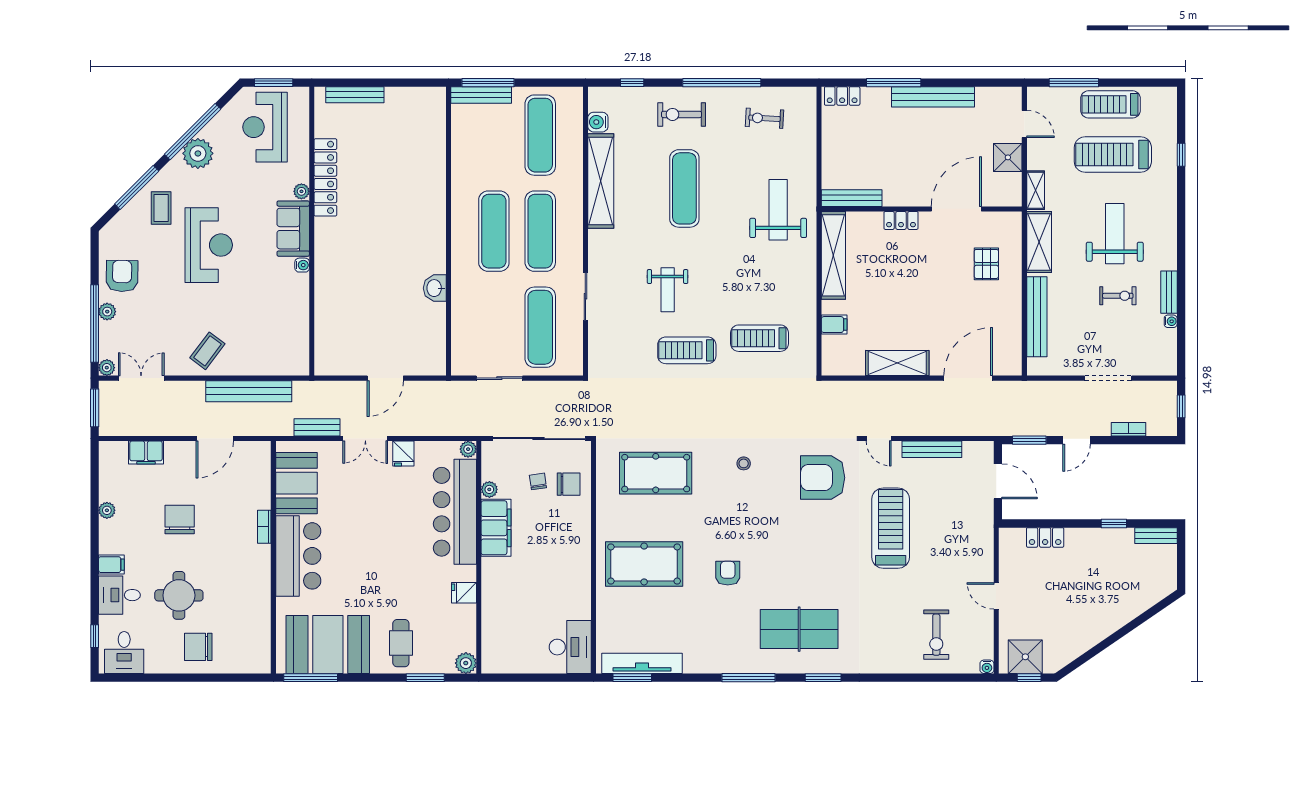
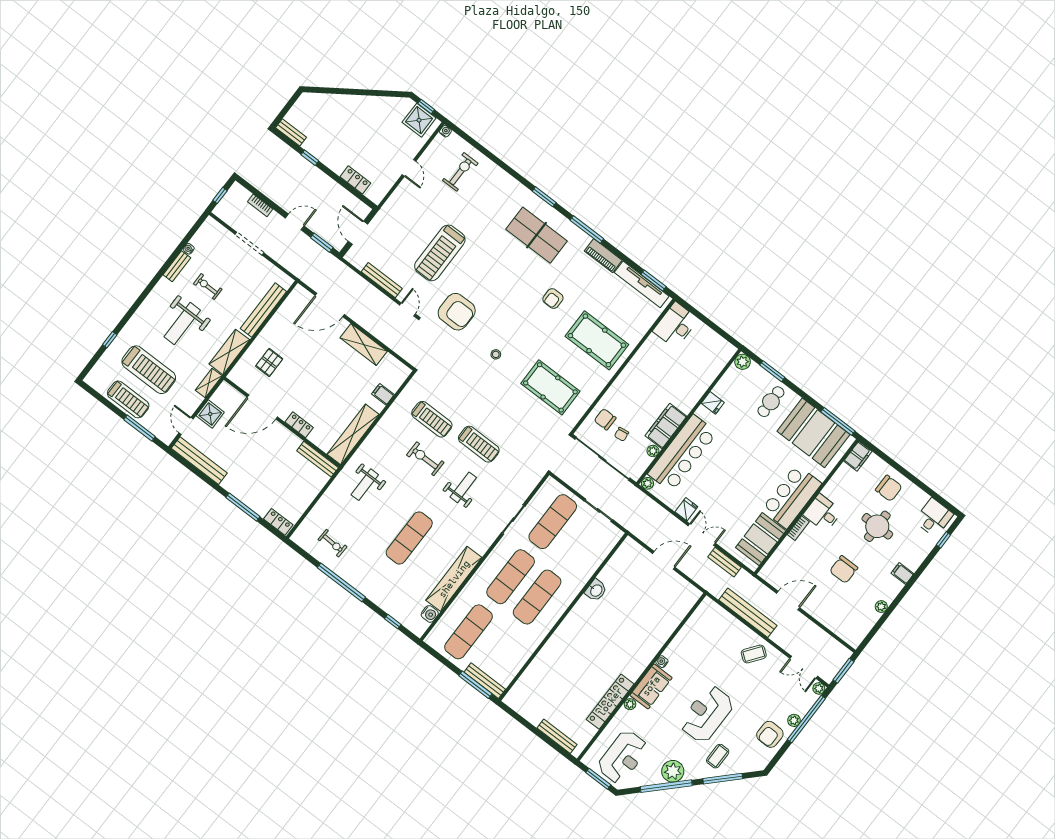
bench: (933, 97) -> (199, 461), moved
exercise bike: (682, 114) -> (425, 459), moved, turned 180
weight bench: (778, 210) -> (365, 485), width x0.73, depth x0.75
filing cabinet: (146, 453) -> (858, 456), moved, turned 90
desk: (119, 595) -> (823, 513), moved, turned 180
piano: (708, 663) -> (603, 256), added

